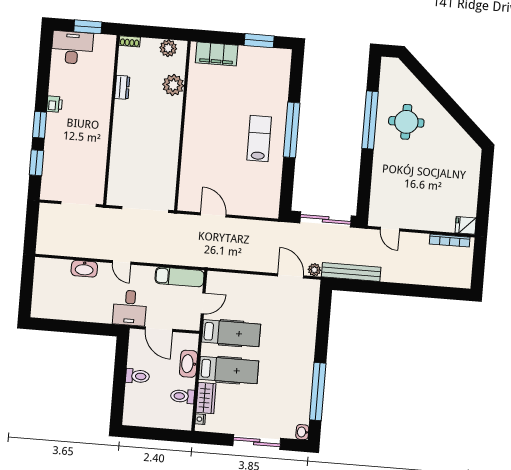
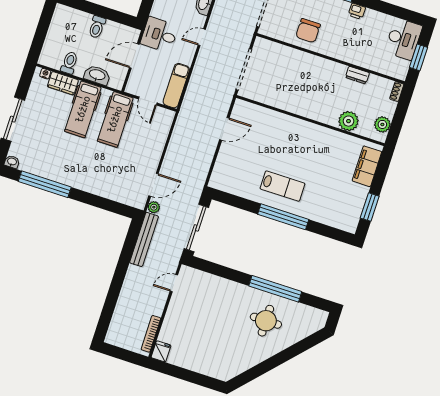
chair: (88, 151) -> (308, 31), added

